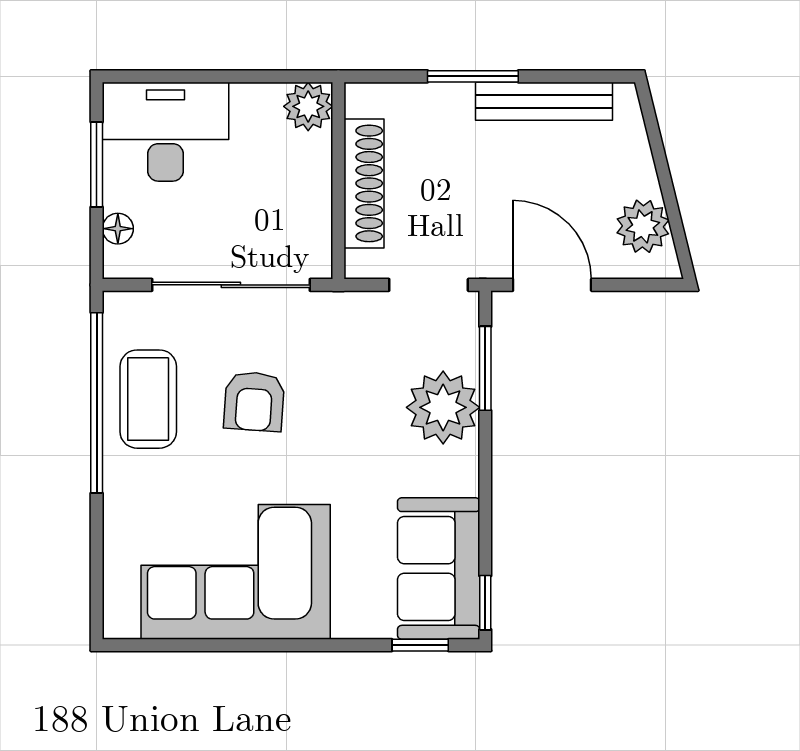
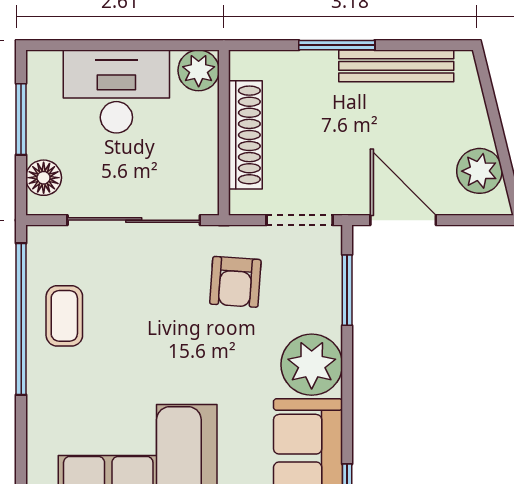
desk: (166, 132) -> (116, 92), moved
floor lamp: (118, 229) -> (44, 178), width x1.37, depth x1.37
coffee table: (148, 399) -> (64, 316), width x0.73, depth x0.77
armchair: (254, 401) -> (235, 282), moved
plant: (443, 407) -> (312, 365), moved

